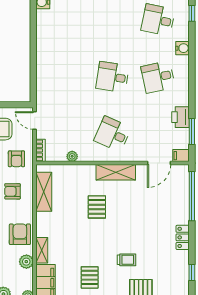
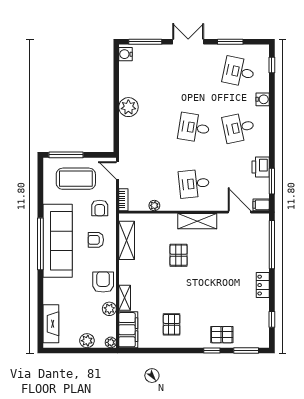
plant: (46, 56) -> (128, 107), added
desk: (113, 134) -> (194, 184), turned -30
door: (159, 163) -> (240, 212), swing flipped
trolley: (126, 260) -> (208, 307), removed

